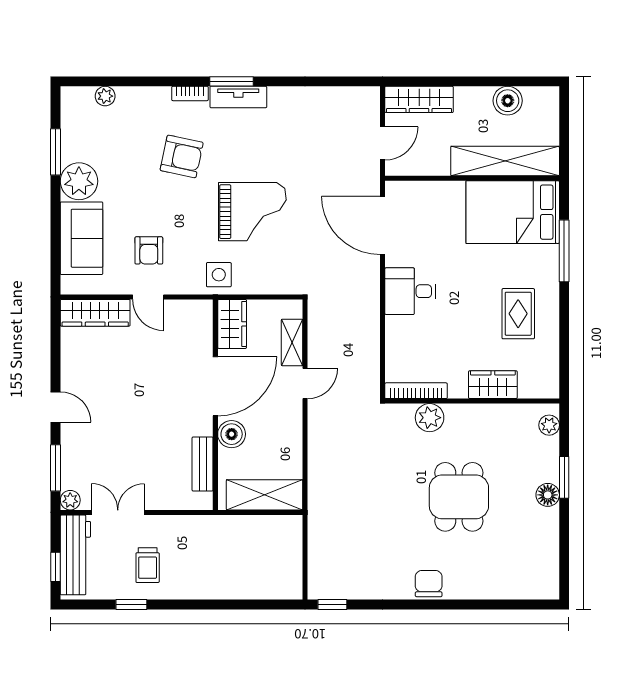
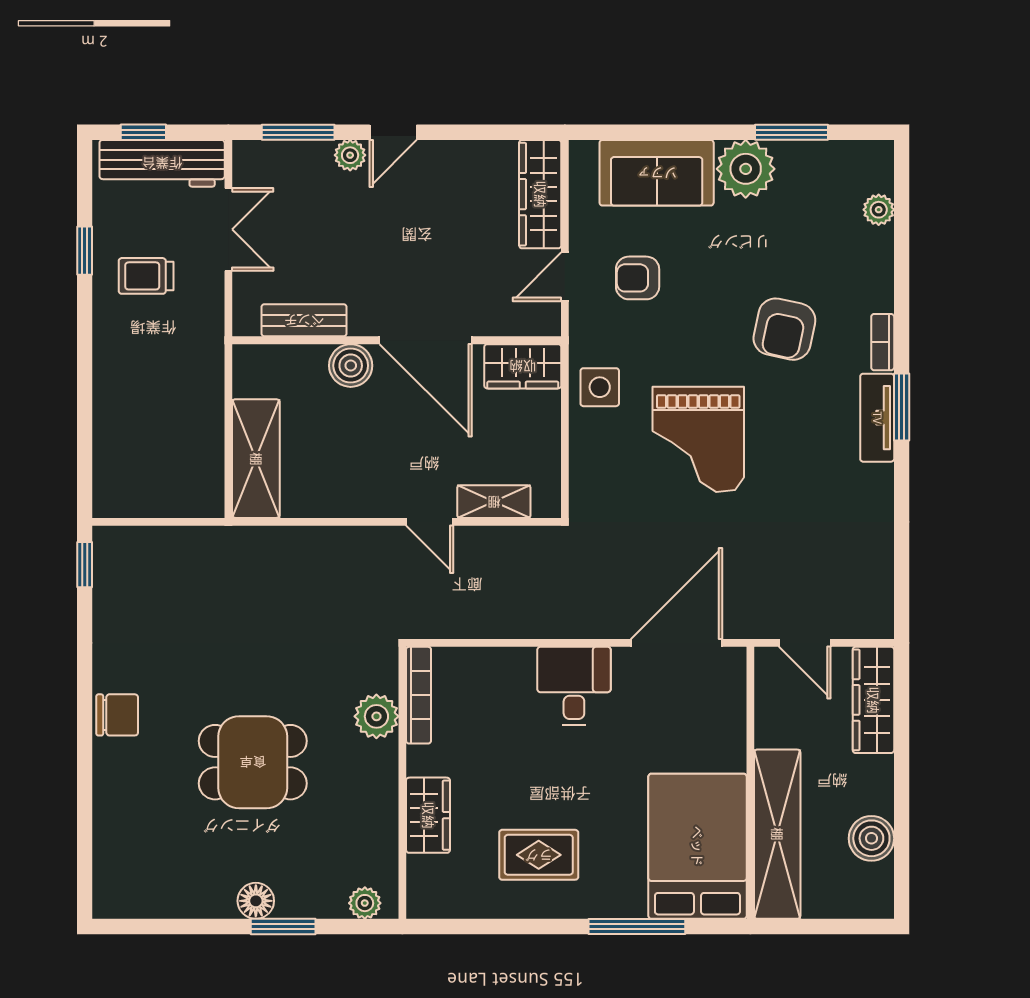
wardrobe: (232, 324) -> (523, 366), moved
door: (215, 386) -> (426, 340), moved
wall: (215, 405) -> (397, 340), moved
boiler: (232, 434) -> (351, 366), moved
bench: (203, 464) -> (304, 320), moved
plant: (70, 500) -> (350, 155), moved

